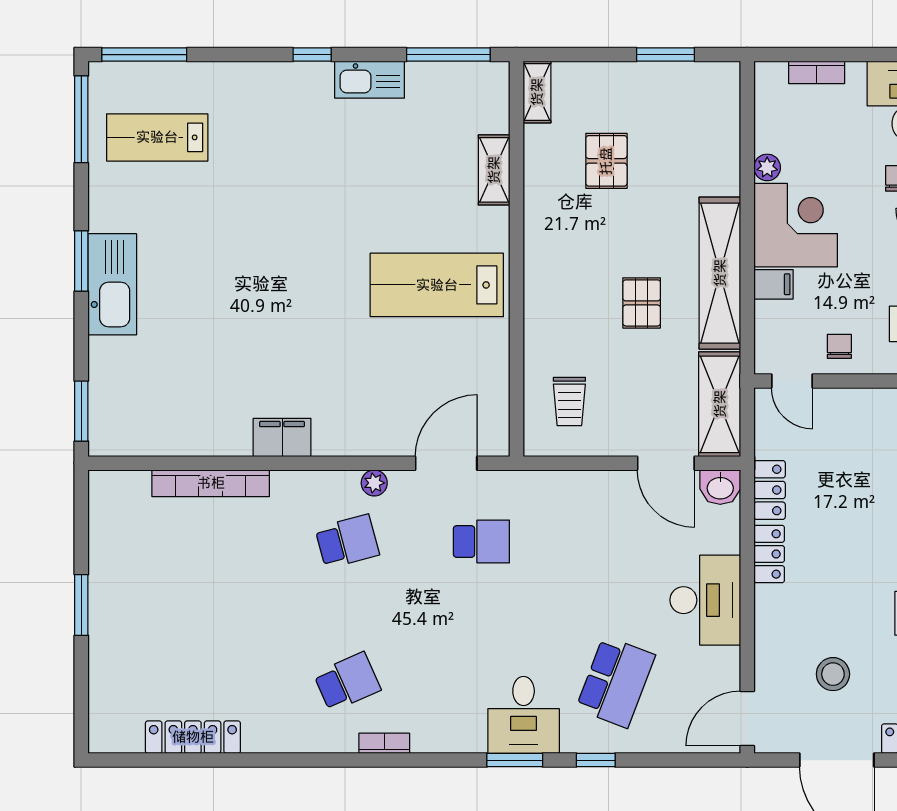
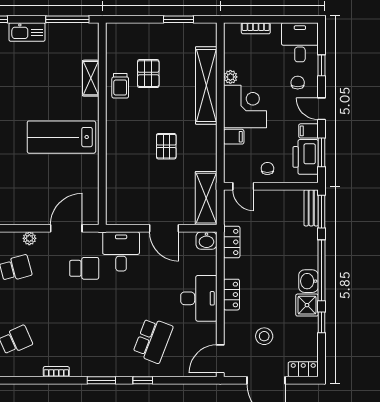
shelving: (537, 92) -> (113, 38), removed
shelving: (720, 273) -> (206, 85), moved
trolley: (569, 401) -> (120, 86), moved
door: (666, 463) -> (164, 228), moved
locker: (769, 554) -> (232, 295), moved
desk: (524, 715) -> (121, 251), moved, turned 180
bookcase: (384, 743) -> (56, 372), moved

